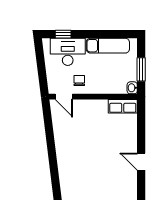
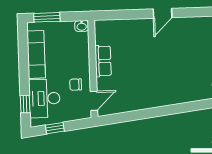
window: (40, 60) -> (55, 128), added
window: (141, 69) -> (47, 17), moved
row of seats: (123, 106) -> (103, 61), moved

